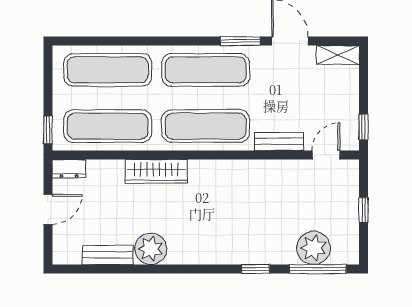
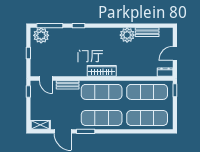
door: (326, 155) -> (46, 79), hinge flipped
wardrobe: (156, 171) -> (102, 71), moved
plant: (314, 248) -> (41, 35), moved

